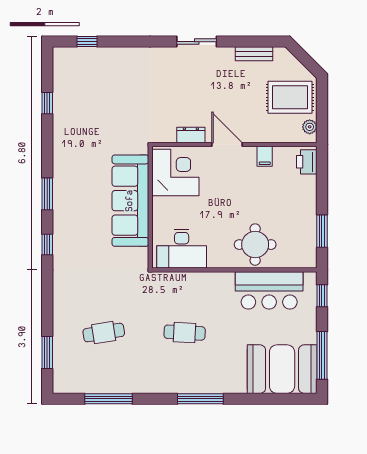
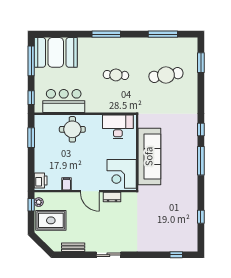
window: (322, 123) -> (31, 205), added
window: (47, 194) -> (201, 161), width x1.44
cafe table: (104, 333) -> (166, 75), width x1.37, depth x1.35

